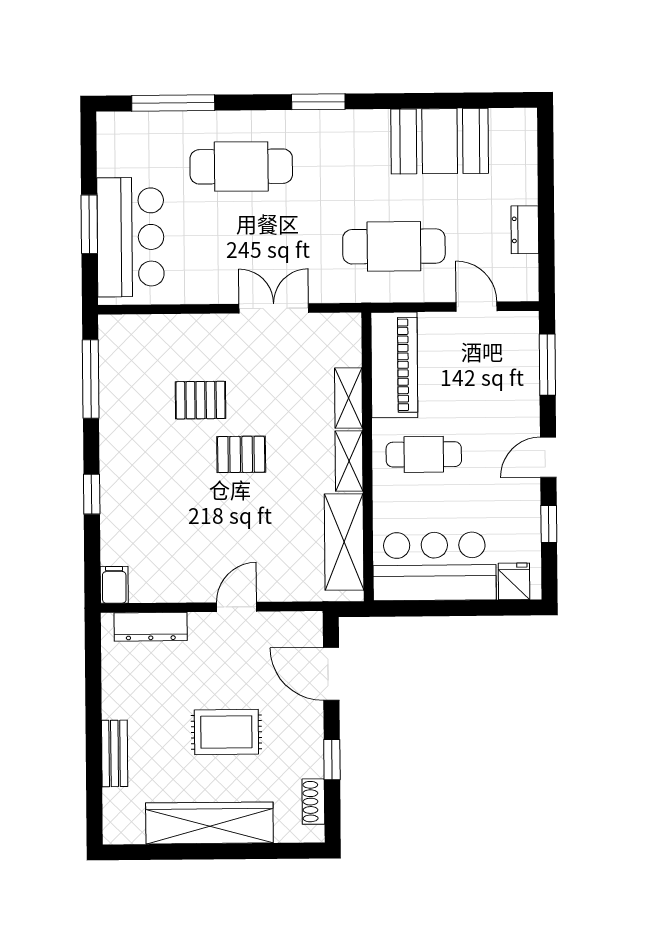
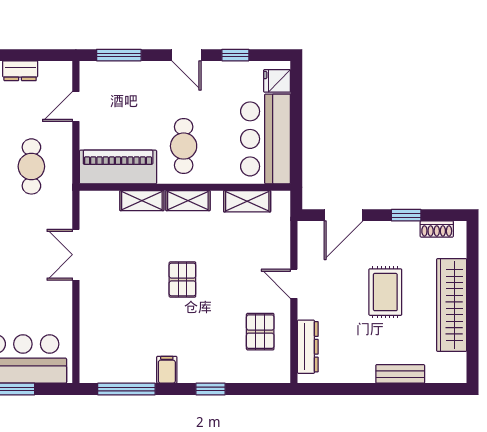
cafe table: (394, 246) -> (31, 166), width x0.73, depth x0.74
pallet: (201, 400) -> (260, 332), moved
shelving: (344, 542) -> (247, 201), width x0.67, depth x0.75
filing cabinet: (114, 585) -> (167, 370), moved, turned 90

